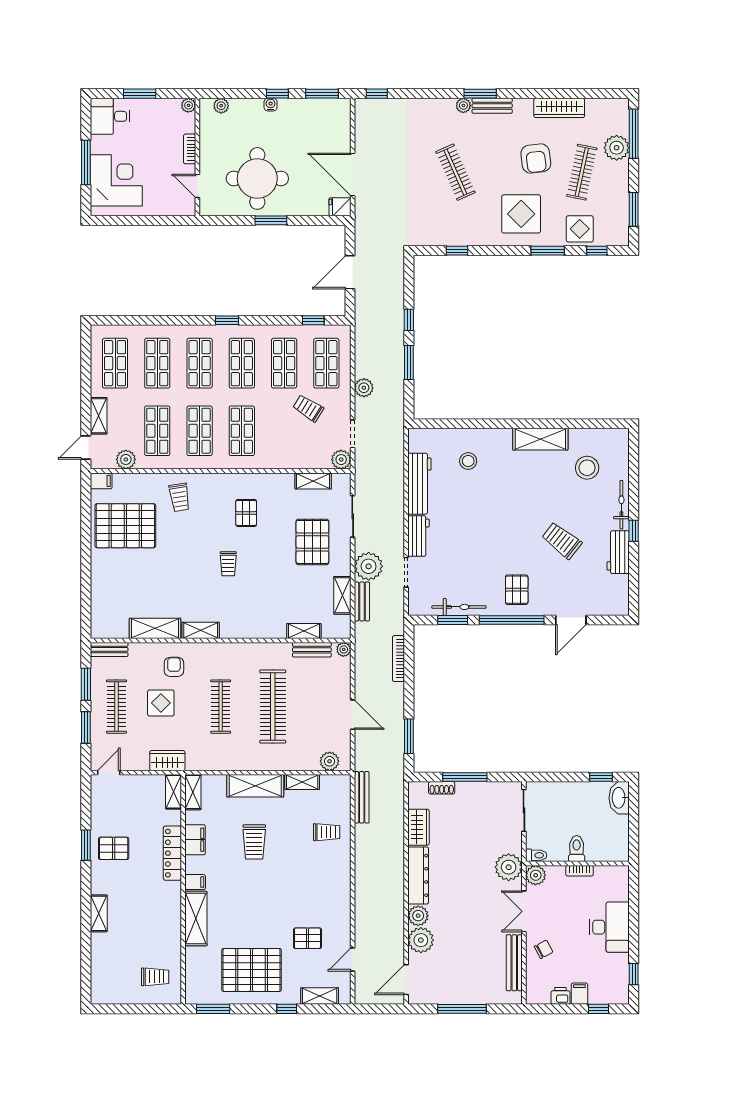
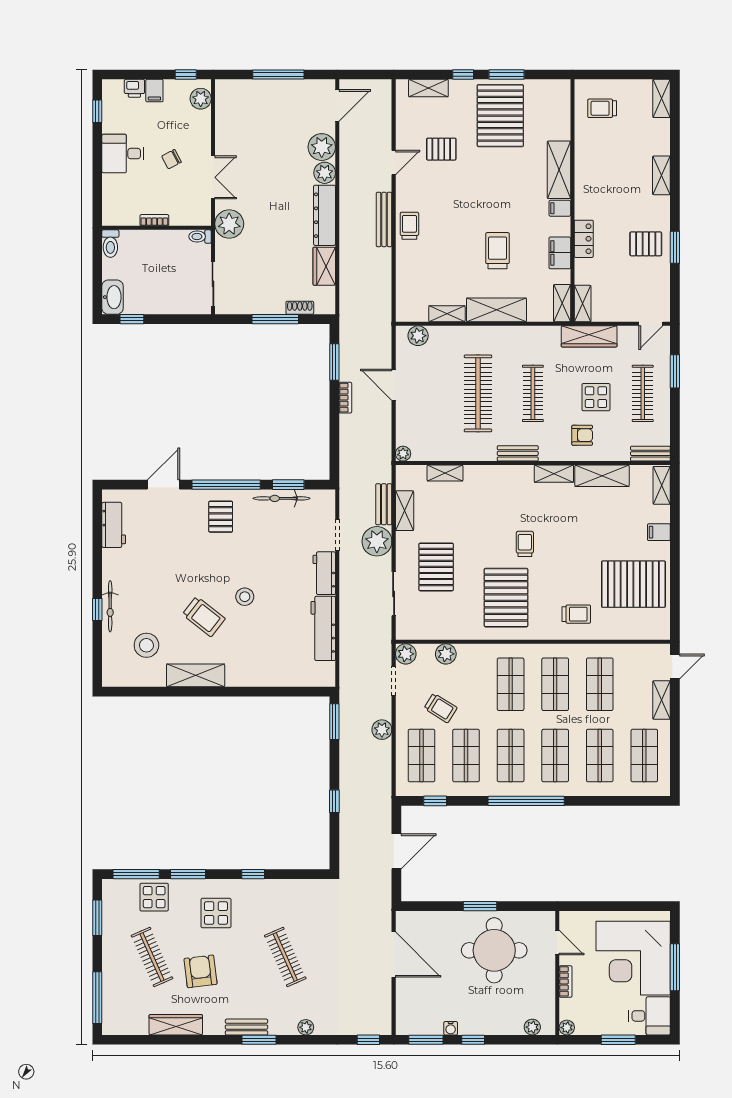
water cooler: (271, 105) -> (451, 1028), moved
plant: (463, 106) -> (306, 1027), moved
plant: (617, 148) -> (115, 983), removed
clothes rail: (582, 172) -> (152, 957), turned -36
corner desk: (116, 180) -> (633, 958), width x1.36, depth x1.36
fridge: (340, 207) -> (407, 921), removed
display table: (521, 214) -> (216, 913), width x0.73, depth x0.73
window: (457, 251) -> (253, 874), moved
window: (597, 251) -> (136, 874), width x2.17
window: (227, 320) -> (526, 801), width x3.17
window: (409, 362) -> (334, 722), moved
plant: (126, 459) -> (446, 654), moved
stool: (468, 461) -> (245, 597), moved
filing cabinet: (101, 481) -> (659, 532), moved
shelving: (313, 481) -> (662, 485), moved, turned 90
trolley: (179, 497) -> (576, 614), turned 99
pallet: (246, 513) -> (506, 598), width x2.05, depth x2.00
window: (634, 531) -> (97, 610), moved
trolley: (562, 541) -> (204, 617), moved
workbench: (618, 552) -> (114, 525), moved
bench: (312, 650) -> (518, 453), moved
bookcase: (398, 659) -> (345, 398), moved, width x0.64
armchair: (174, 667) -> (582, 435), turned -90
window: (86, 684) -> (675, 417), removed
wardrobe: (167, 761) -> (589, 336), width x1.50
bench: (362, 797) -> (384, 219), moved
trolley: (327, 832) -> (409, 226), moved, turned 90
toilet: (577, 849) -> (110, 244), moved
locker: (172, 853) -> (584, 239), width x0.66
plant: (536, 875) -> (201, 99), moved
desk: (609, 927) -> (123, 154), width x0.73
chair: (544, 949) -> (172, 159), moved
door: (353, 960) -> (394, 162), moved
bench: (514, 963) -> (223, 123), removed
pallet: (252, 970) -> (500, 116), turned 90
shelving: (99, 986) -> (662, 98), added
printer: (560, 996) -> (134, 88), moved
window: (213, 1009) -> (507, 74), moved
window: (599, 1009) -> (186, 74), moved

